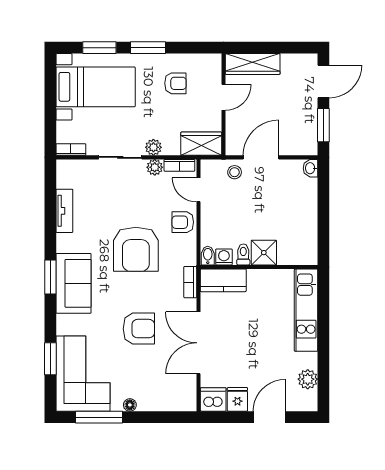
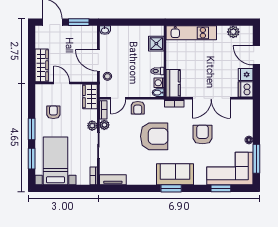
tv unit: (64, 211) -> (113, 180), moved
shower: (264, 253) -> (156, 44), moved

